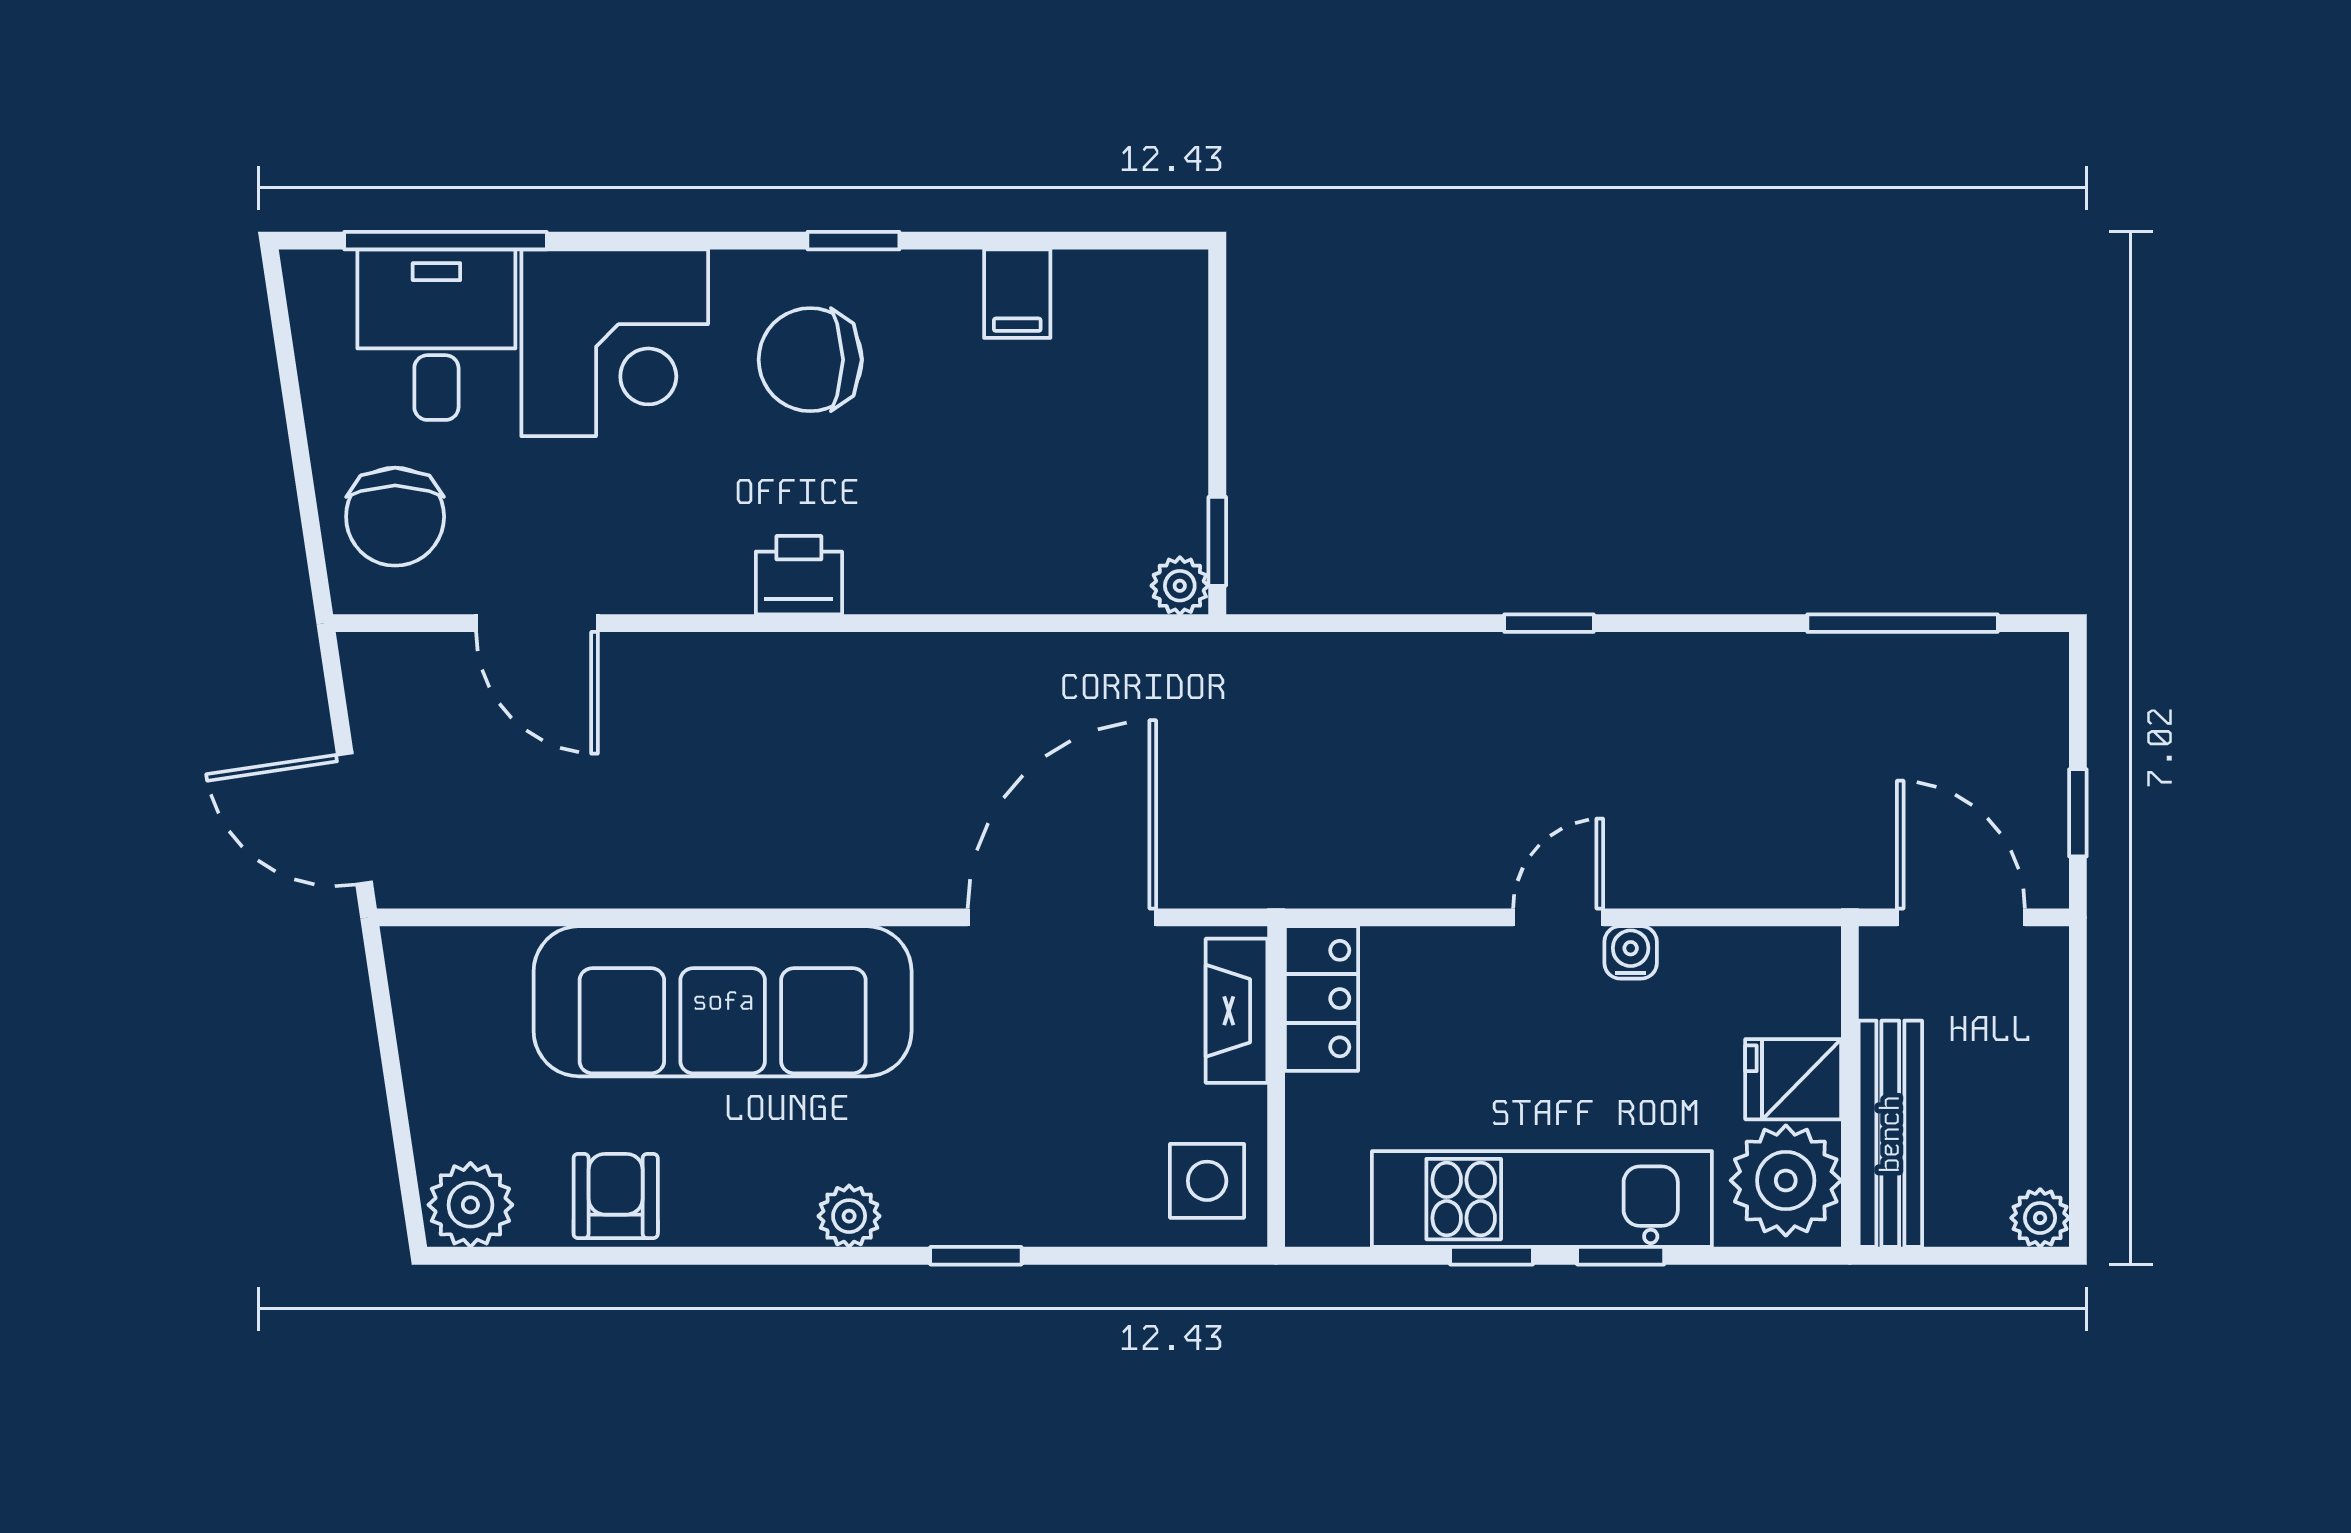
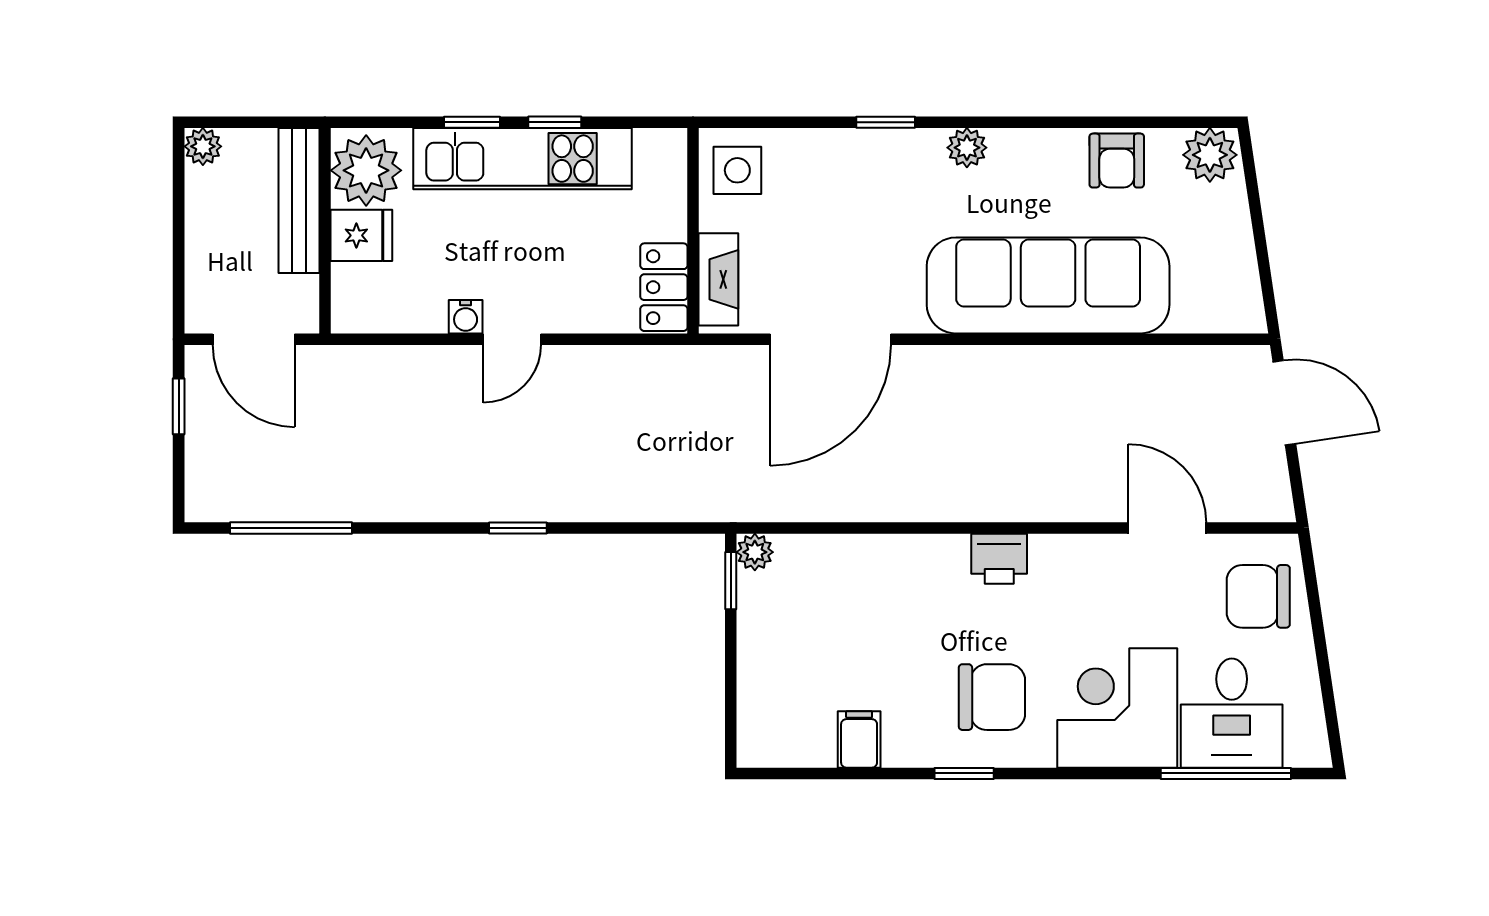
chair: (395, 517) -> (1258, 596), turned -90

